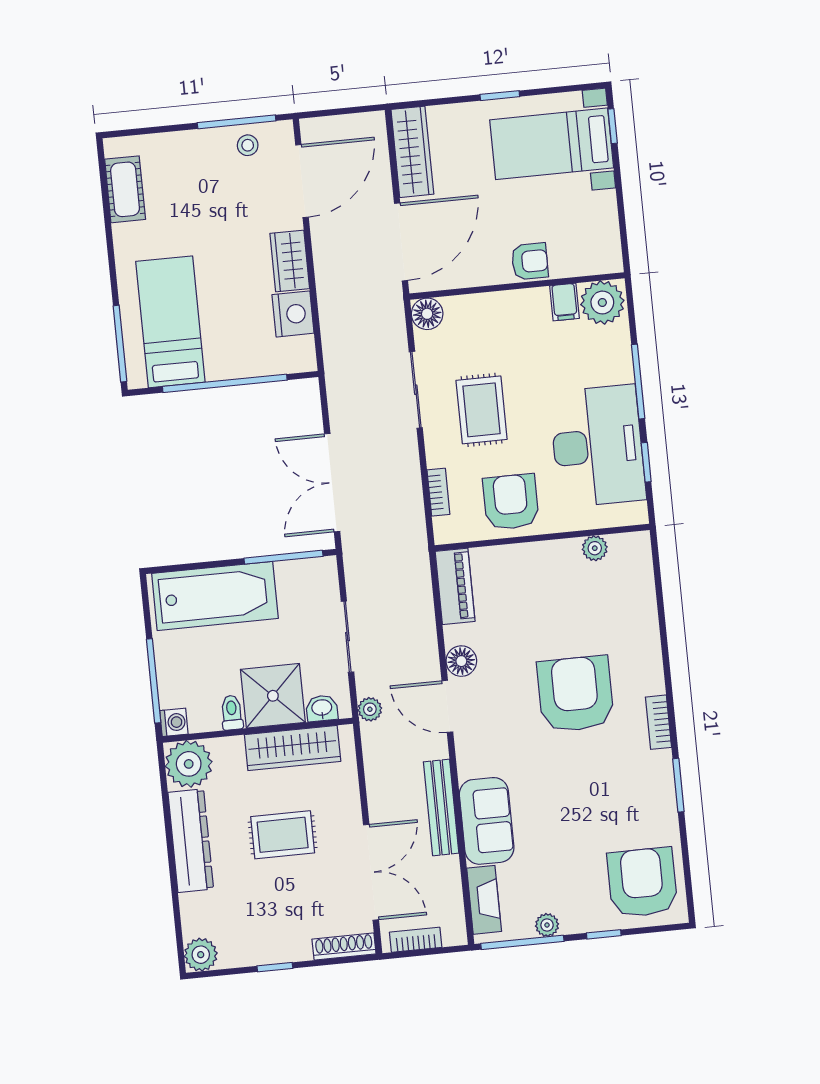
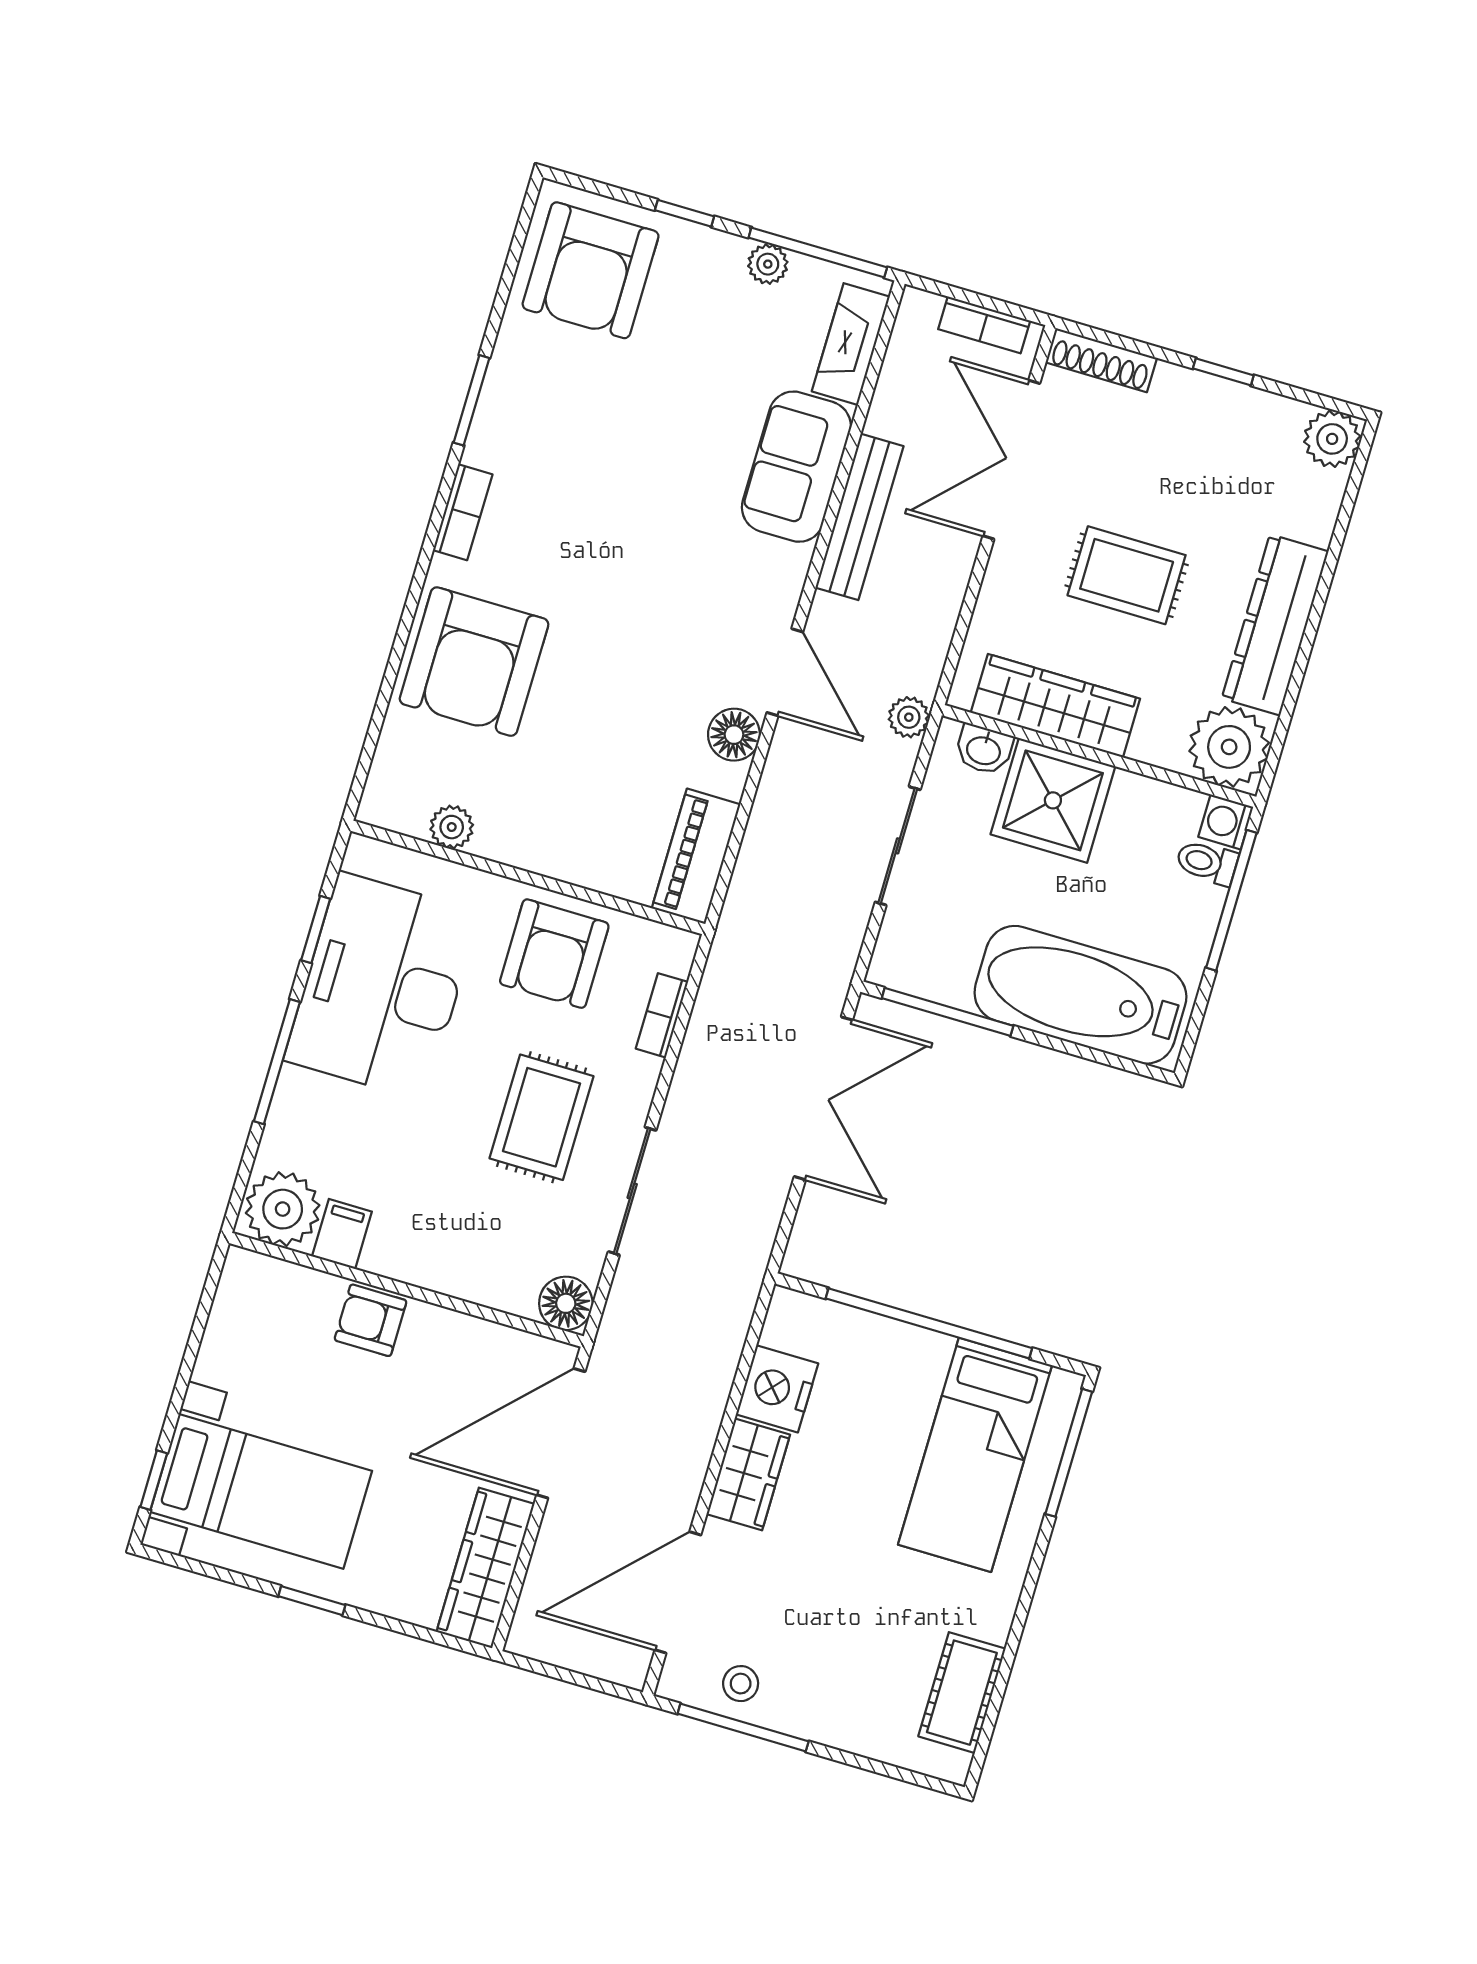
armchair: (575, 694) -> (474, 662), moved
toilet: (232, 713) -> (1207, 862), moved, turned 90

